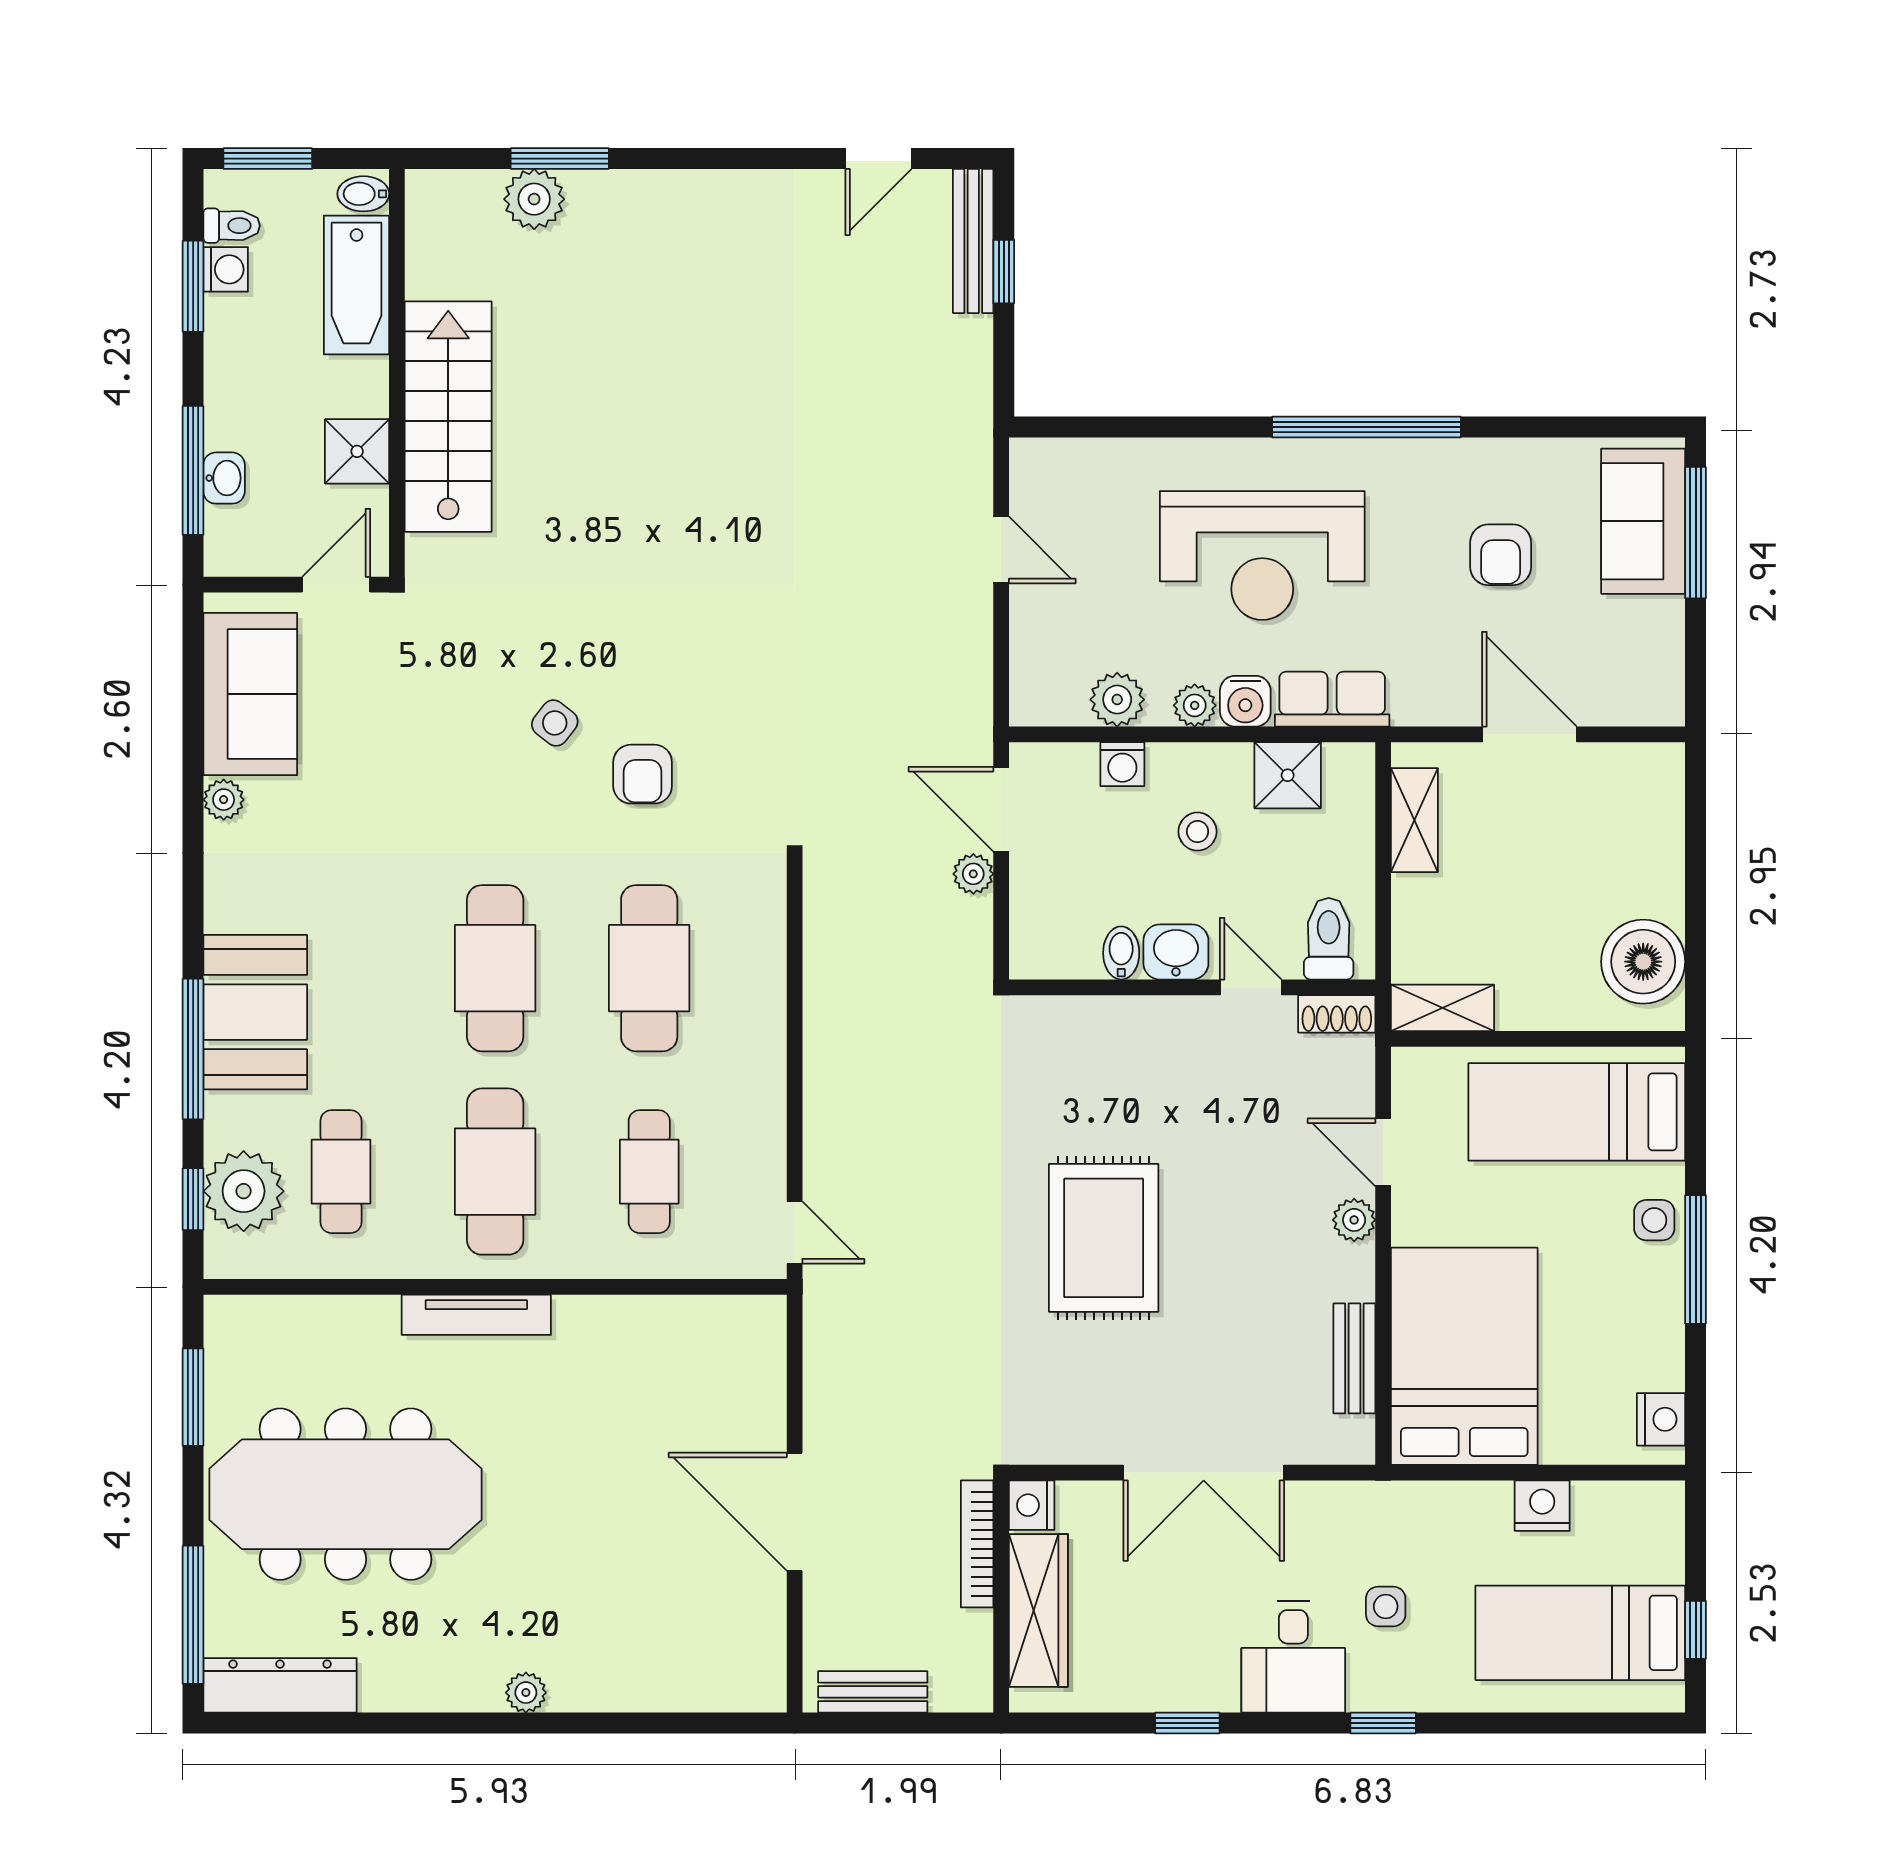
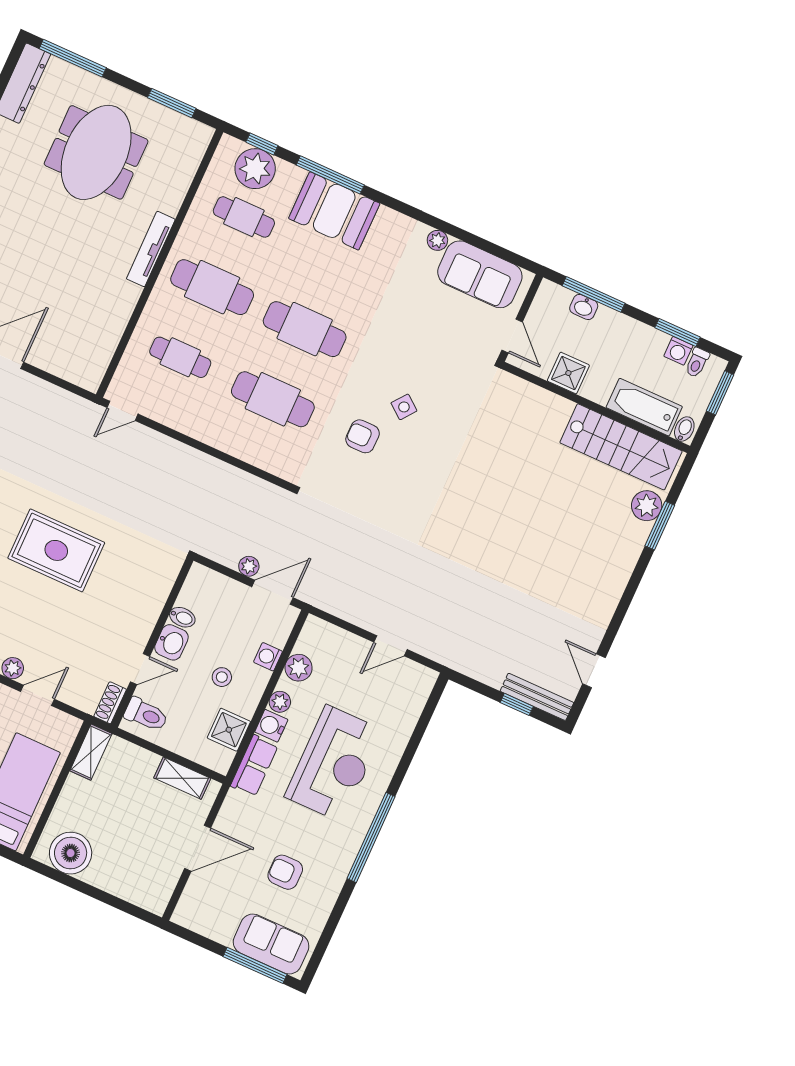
stairs: (448, 417) -> (621, 447), moved
reception desk: (1262, 556) -> (334, 764), turned 180
meeting table: (345, 1494) -> (96, 152), width x0.73

